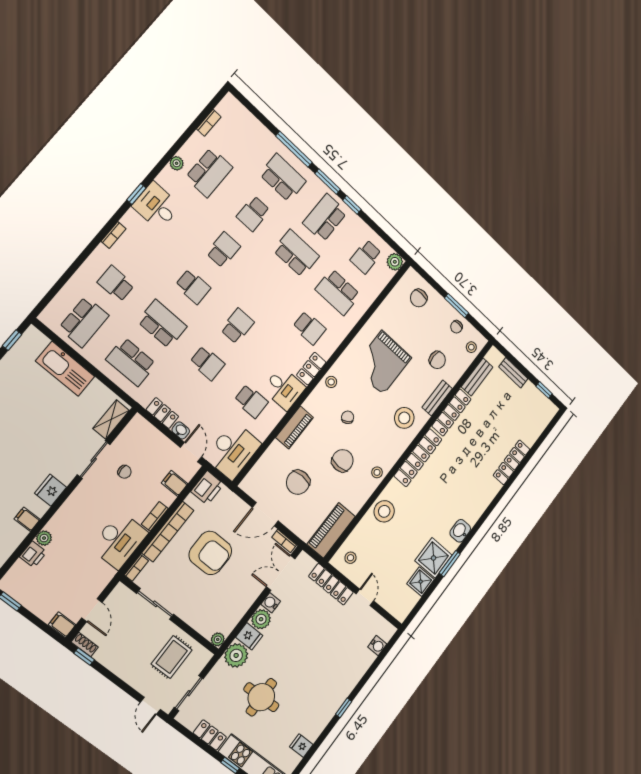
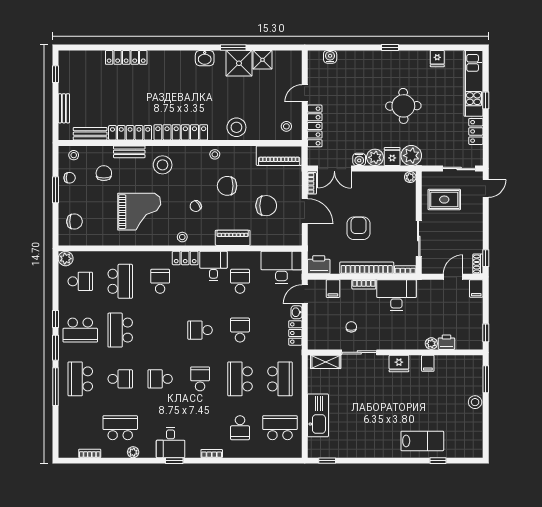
armchair: (210, 553) -> (359, 228), width x0.73, depth x0.73
round table: (261, 697) -> (403, 106), moved

